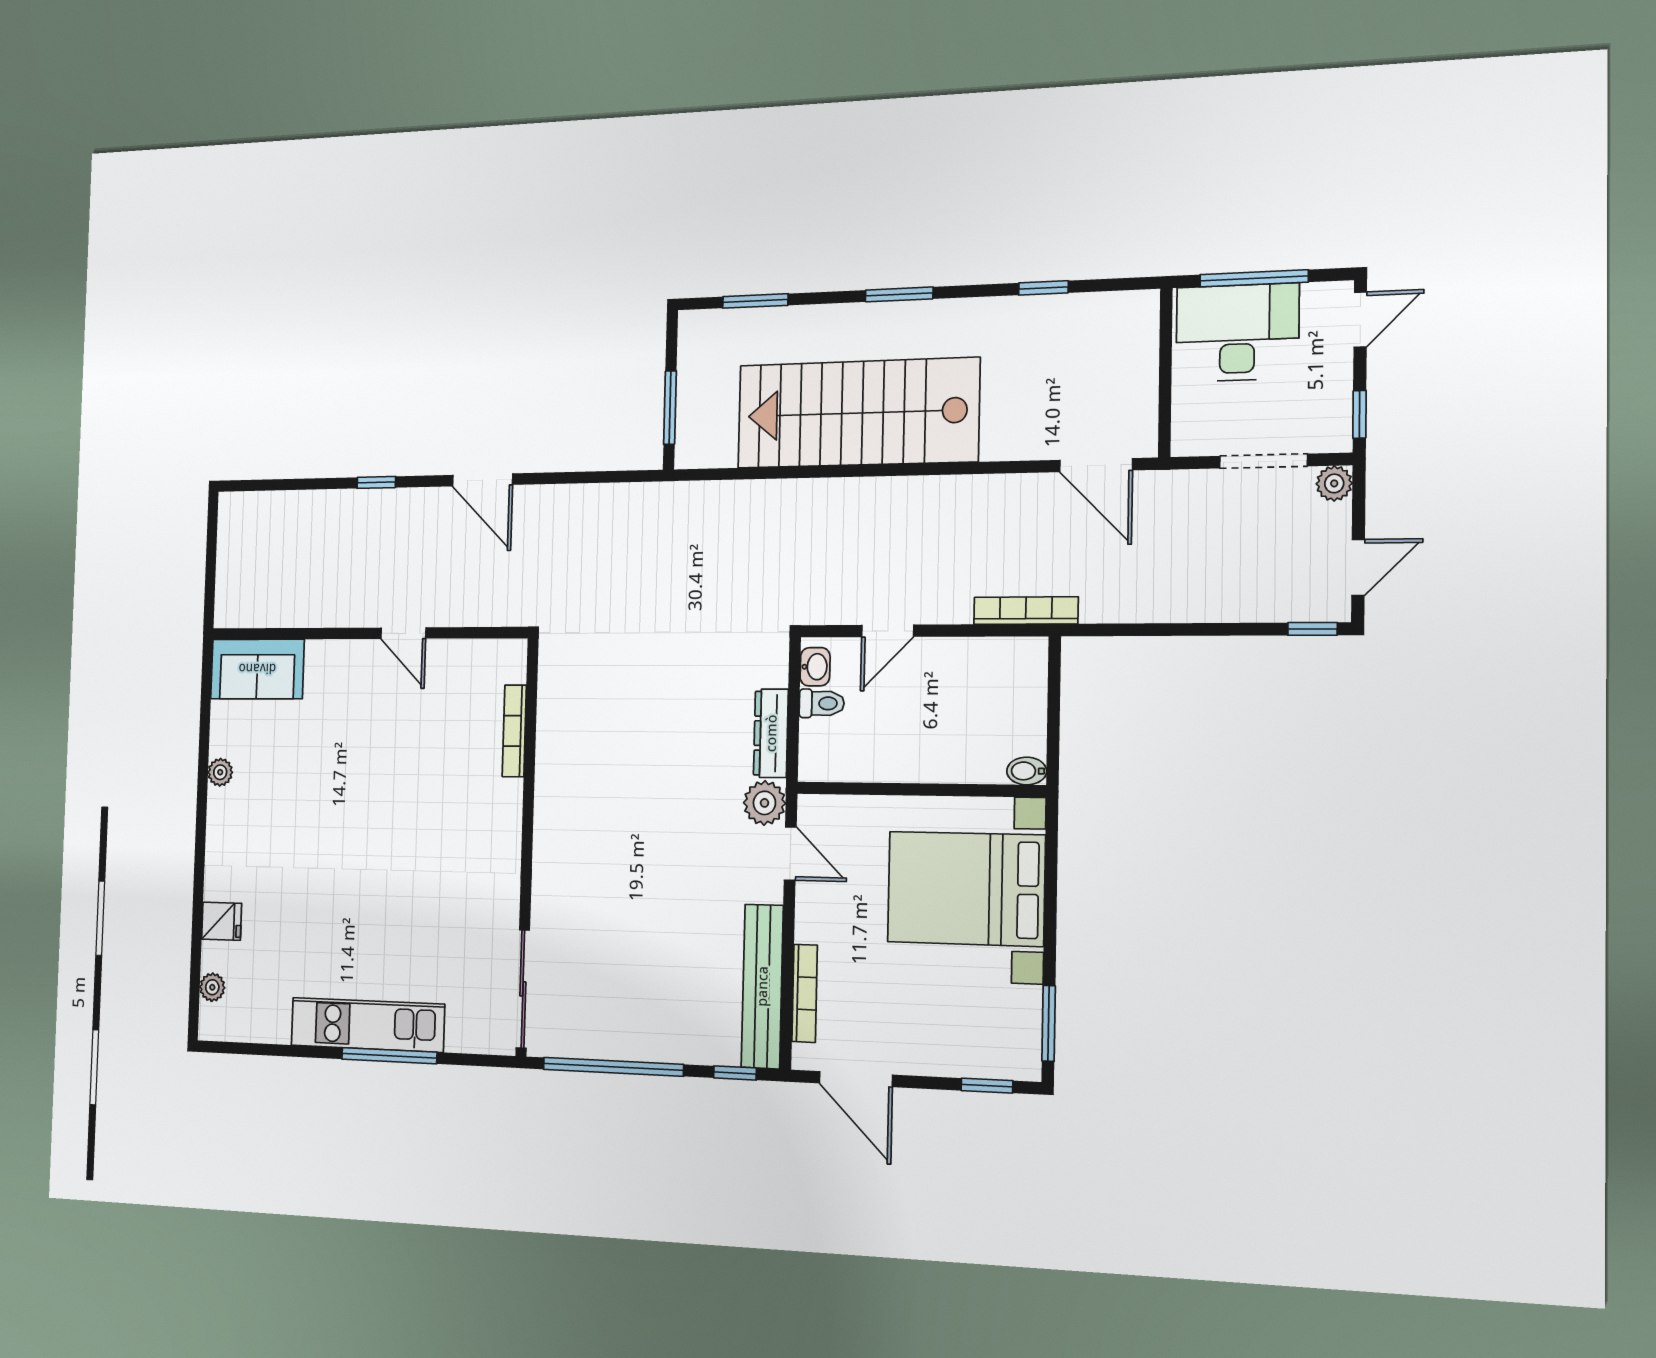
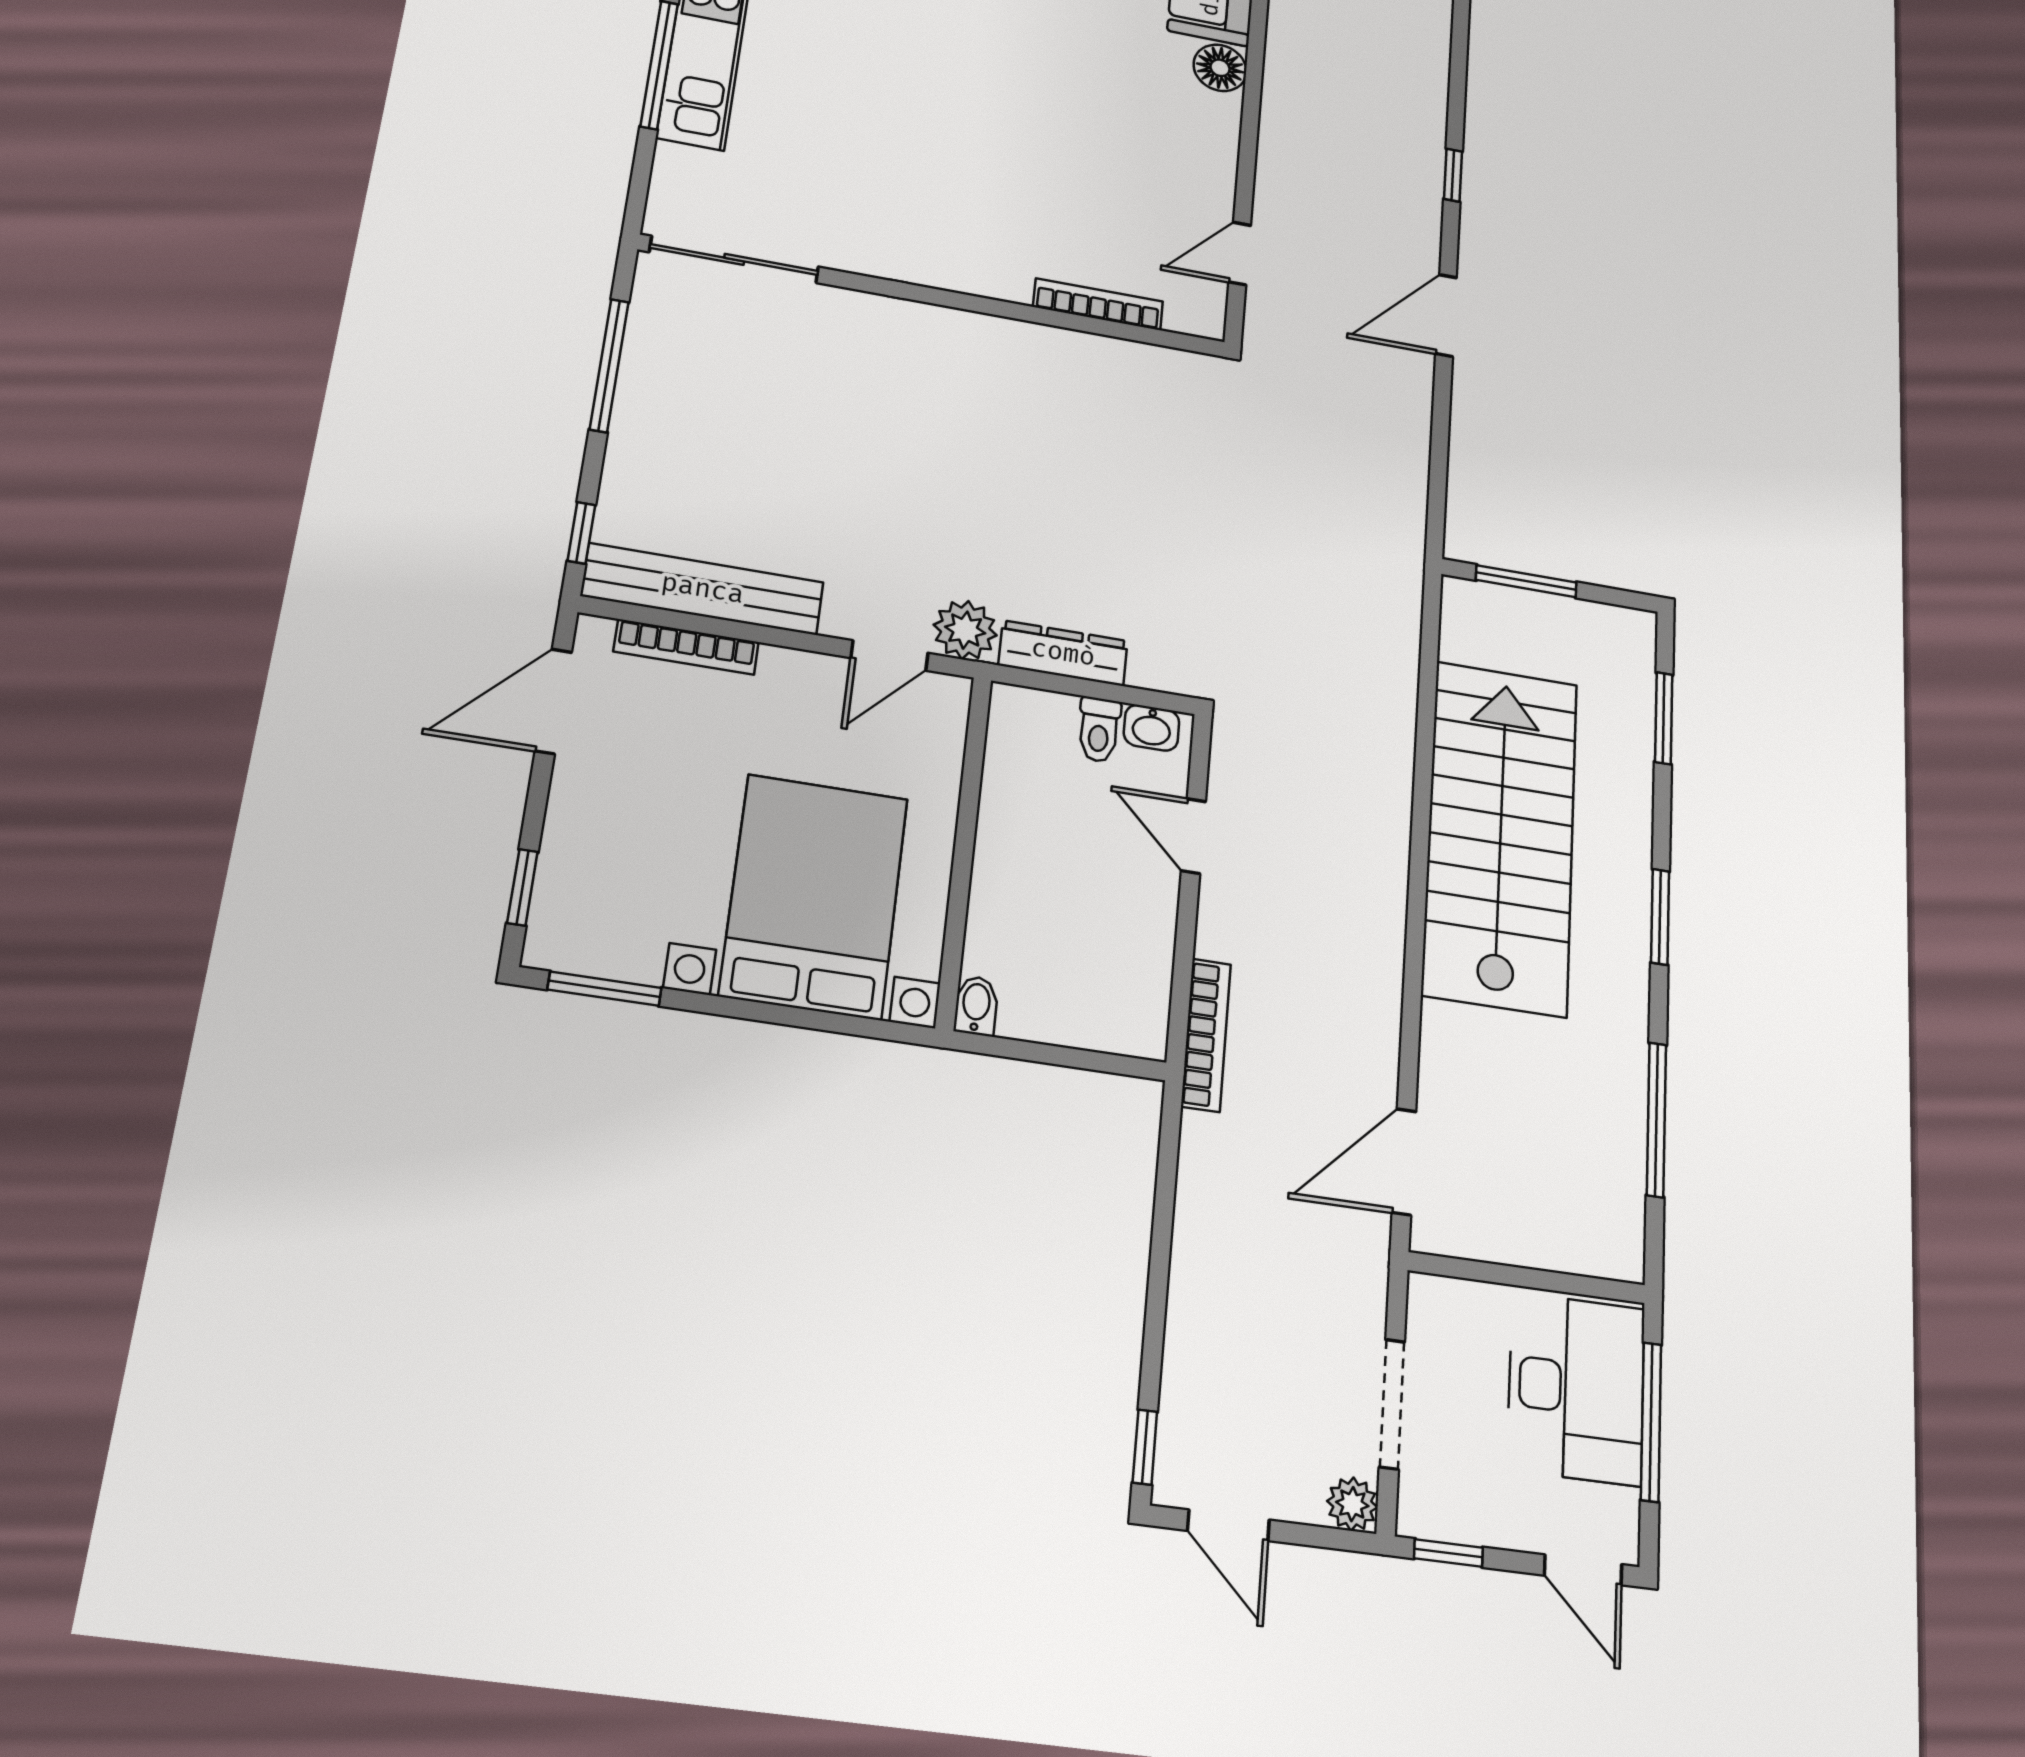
window: (1043, 288) -> (1656, 1120), width x2.17
door: (403, 633) -> (1240, 254), moved
floor lamp: (324, 658) -> (1220, 68), added
window: (613, 1067) -> (609, 365), width x0.68

